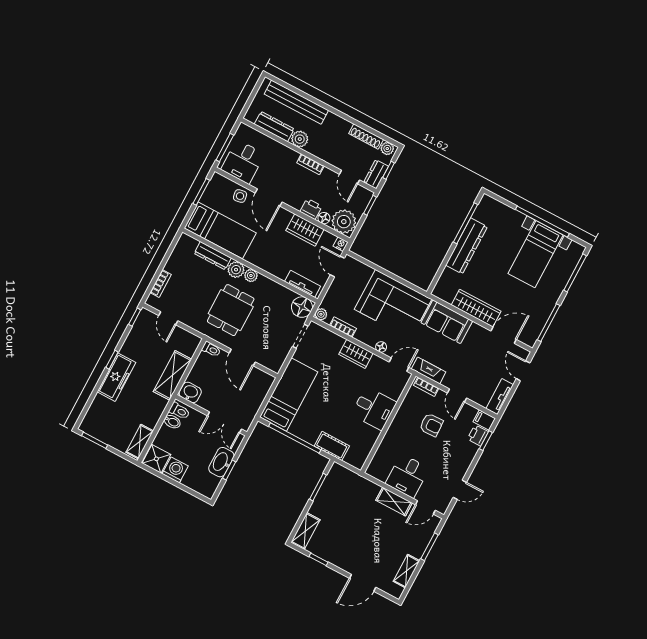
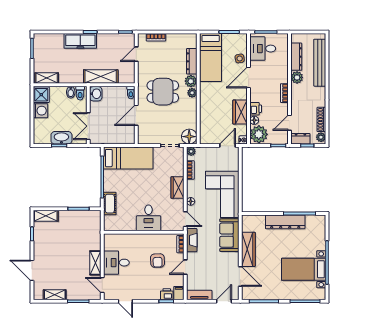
tv unit: (303, 284) -> (204, 129), removed

